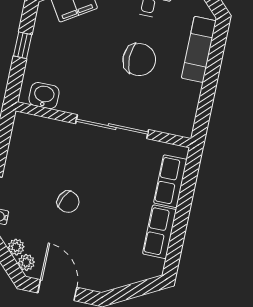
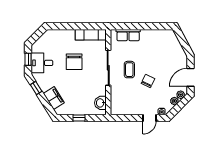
exam couch: (199, 49) -> (91, 35), moved
chair: (139, 60) -> (74, 62), turned 180
coffee table: (100, 169) -> (129, 70), added
row of seats: (159, 232) -> (153, 35), removed

